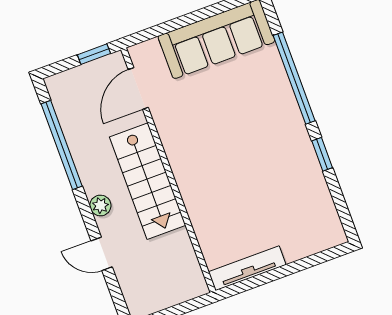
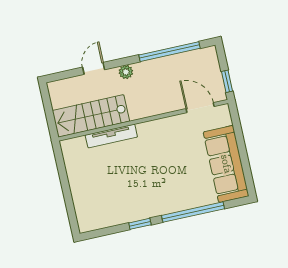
stairs: (148, 181) -> (91, 116), moved
tv unit: (247, 268) -> (111, 136), moved, turned 90

